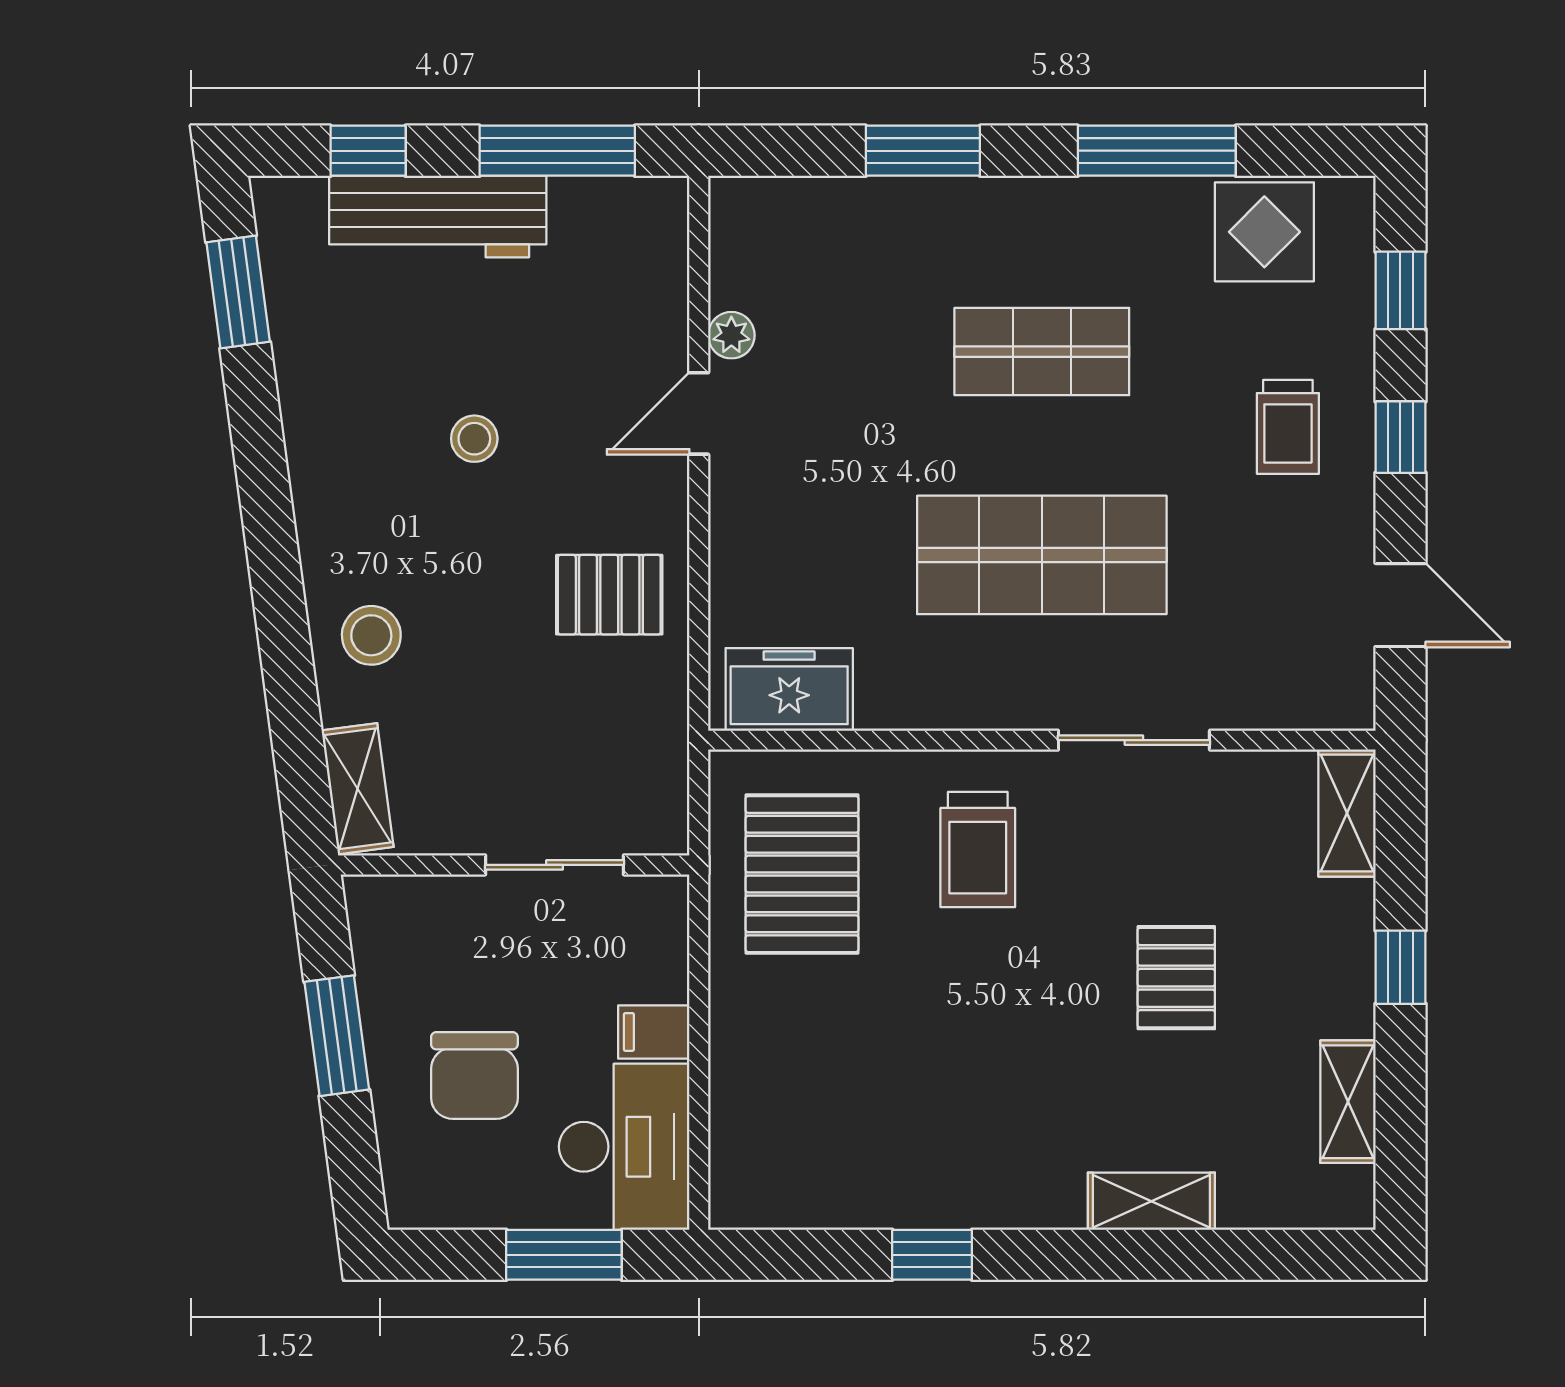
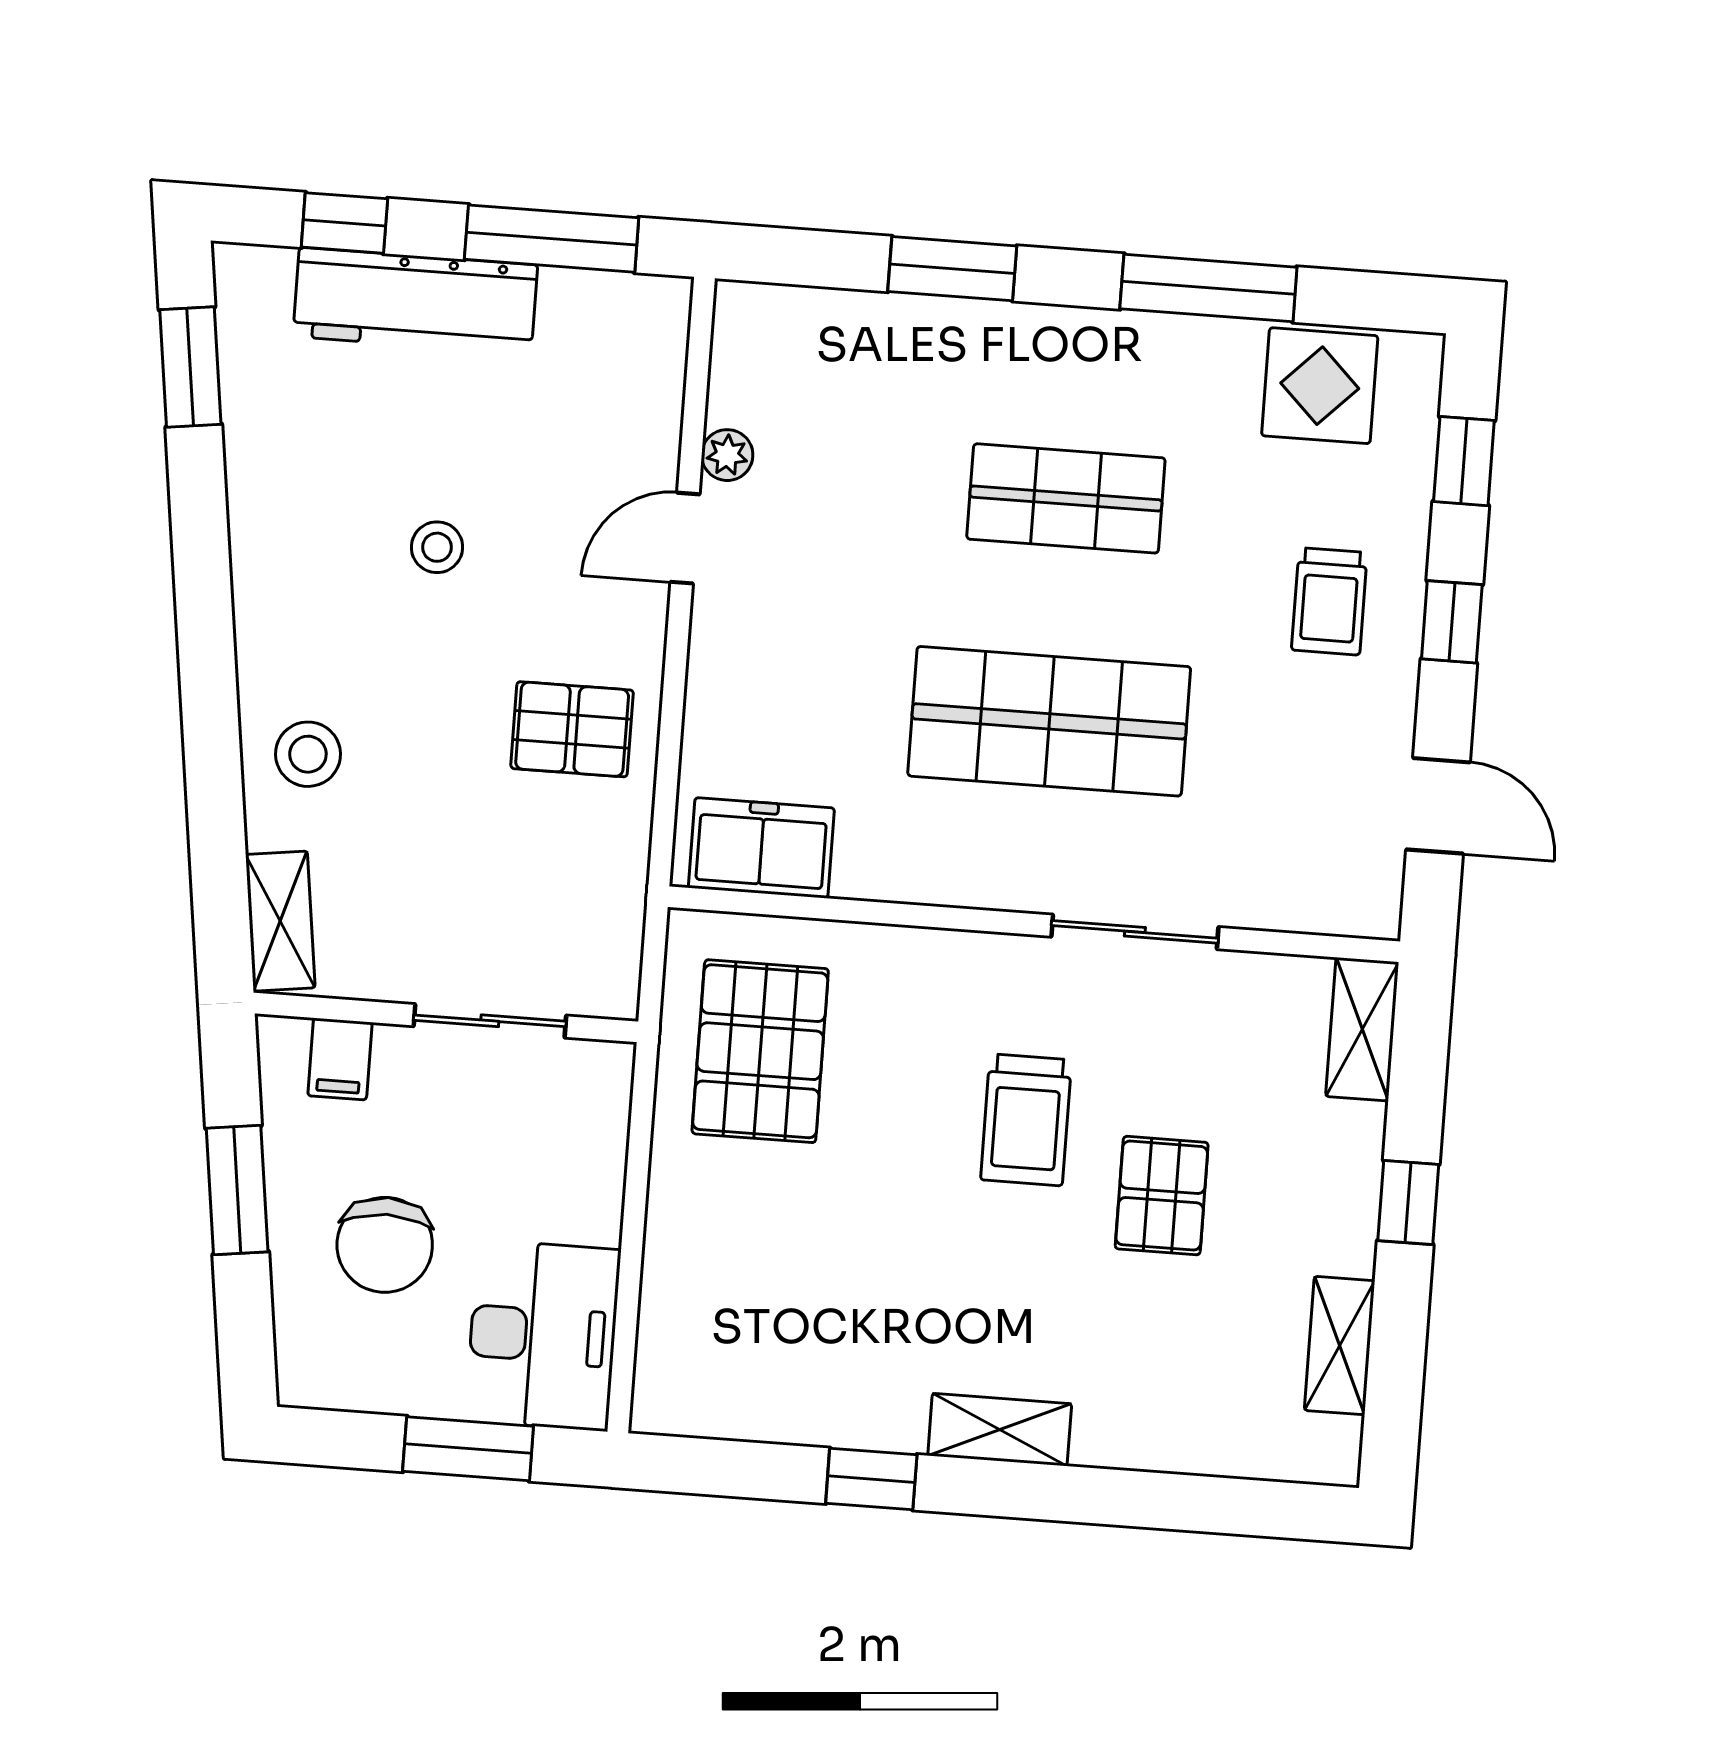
trolley: (978, 849) -> (1026, 1120), moved
filing cabinet: (654, 1032) -> (340, 1059), moved, turned -90
shelving: (1151, 1201) -> (1000, 1430), moved

